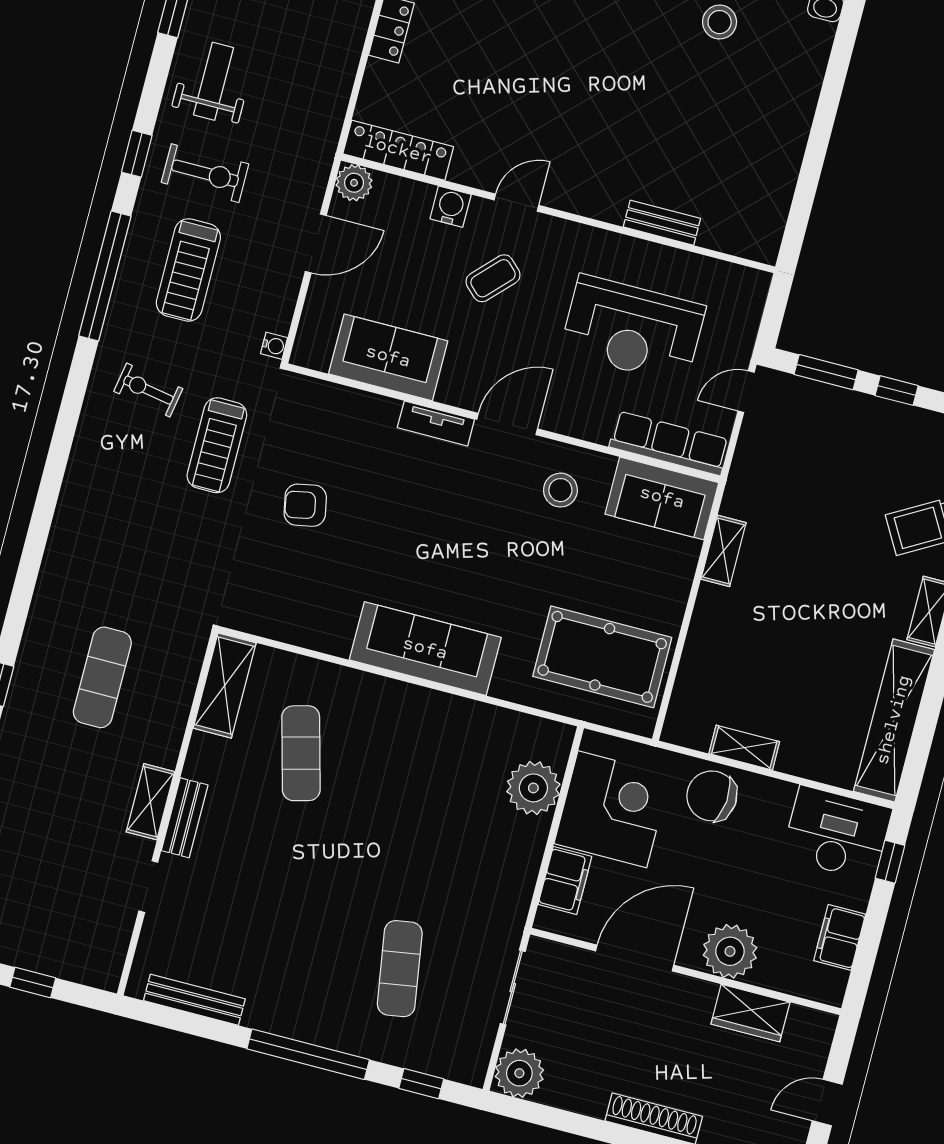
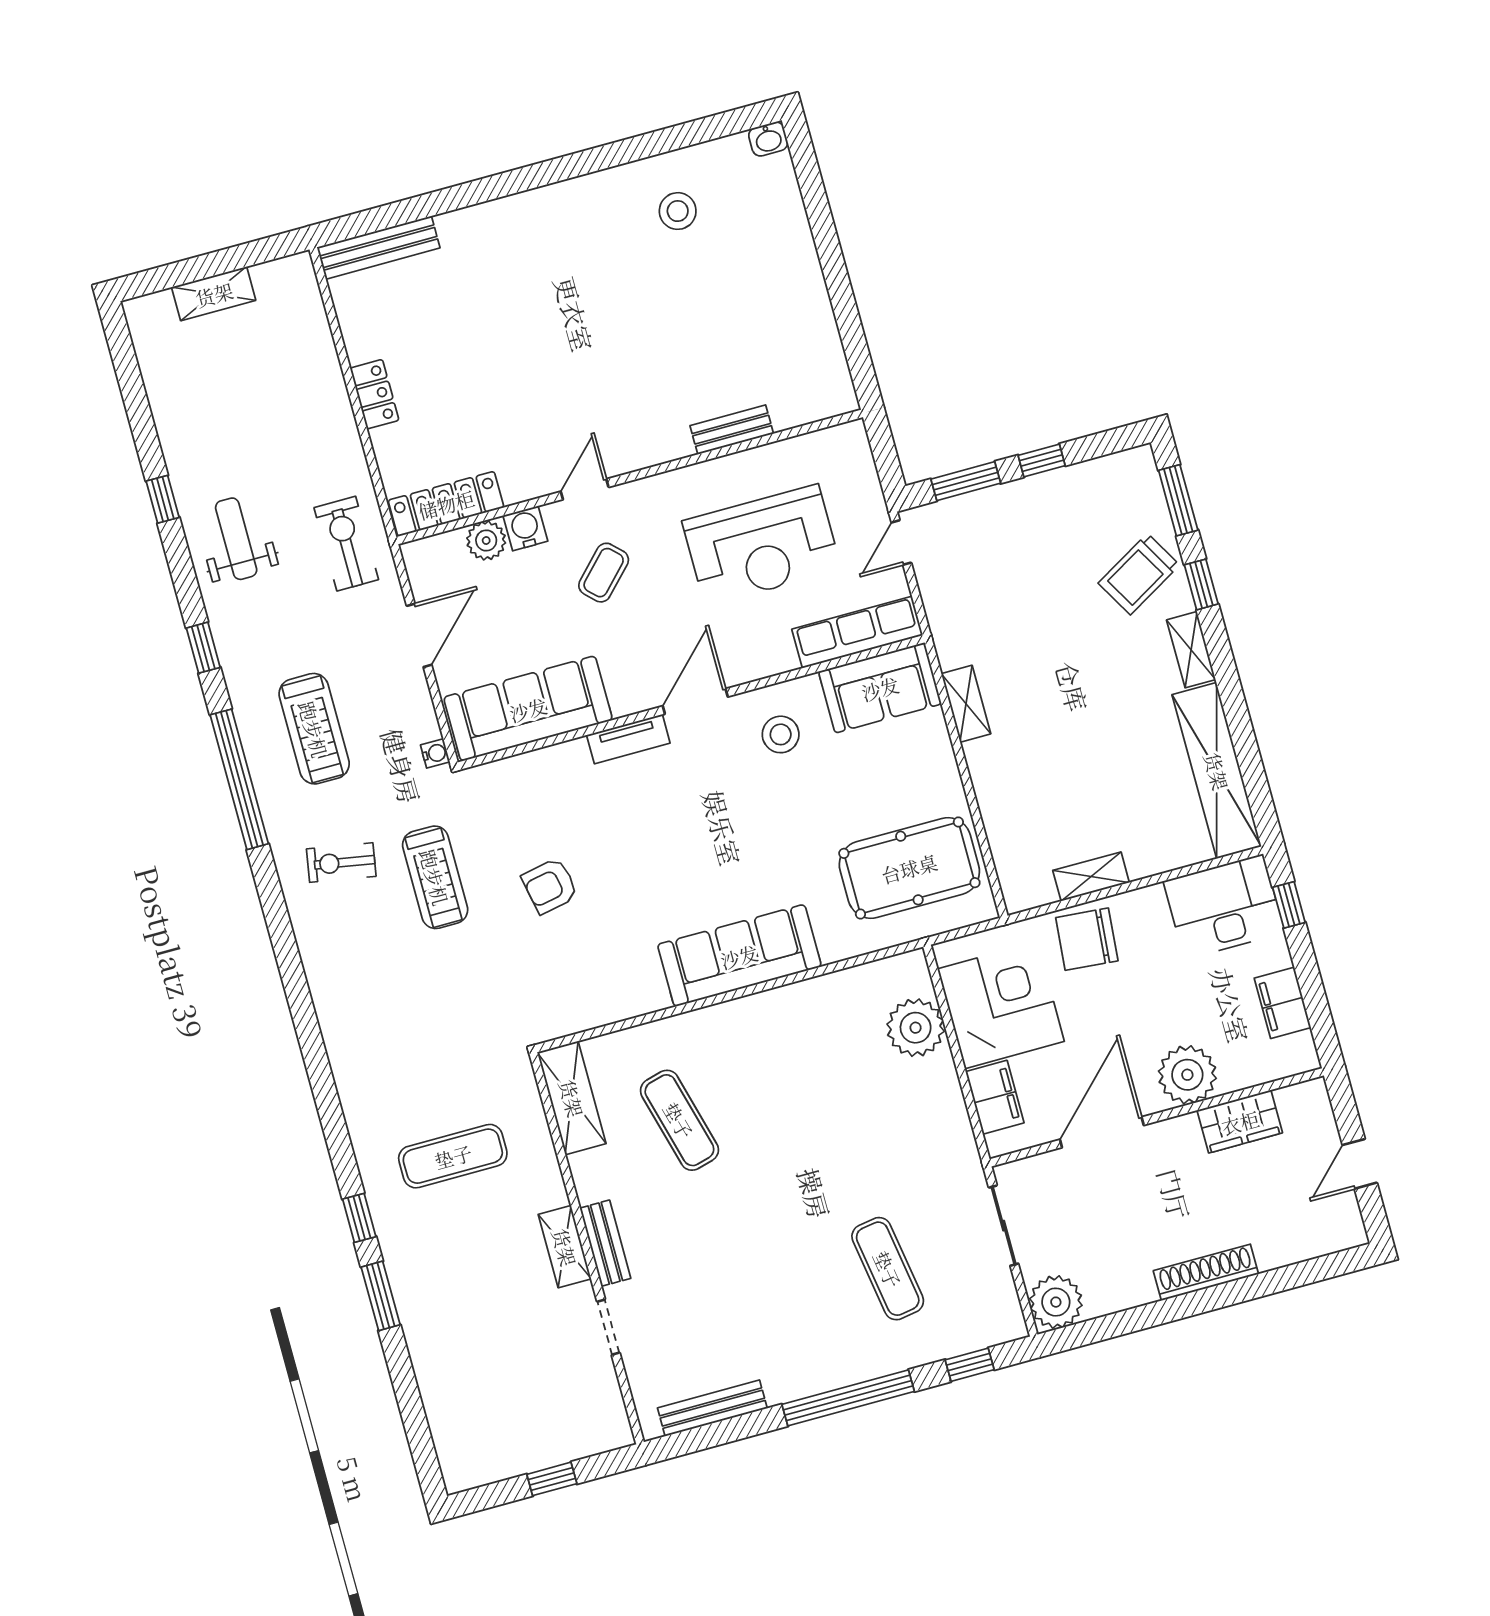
exercise bike: (205, 173) -> (346, 544), moved, turned -90
plant: (354, 183) -> (486, 540), moved
sofa: (388, 357) -> (528, 709), width x1.36
exercise mat: (102, 677) -> (453, 1156), turned 90

